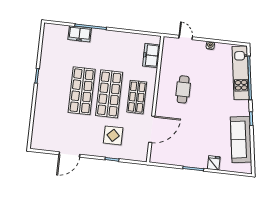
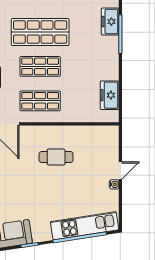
door: (186, 38) -> (120, 171), moved
freezer: (151, 55) -> (110, 95), moved, turned -90
shop shelf: (109, 94) -> (40, 66), width x0.70, depth x0.74

